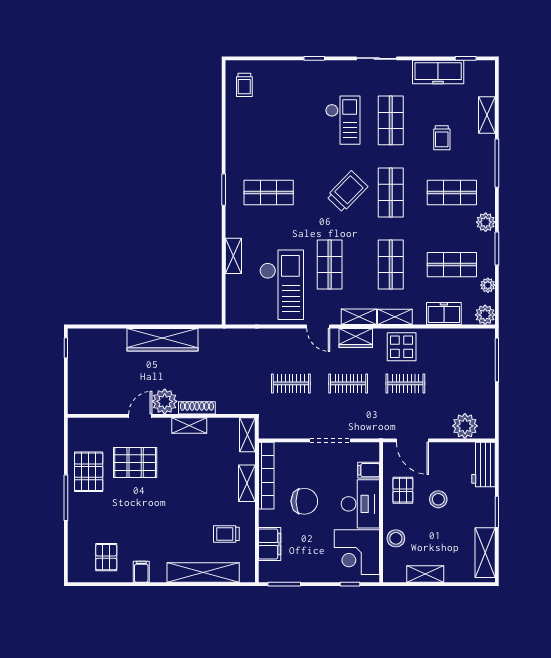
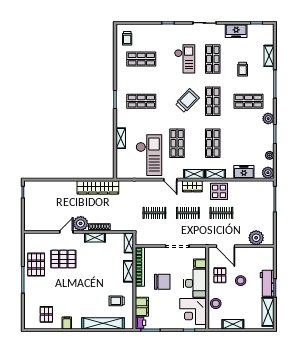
freezer: (438, 72) -> (236, 31), width x0.71
shop shelf: (452, 265) -> (141, 59), moved
wardrobe: (162, 340) -> (98, 187), moved
workbench: (484, 464) -> (267, 283), moved
printer: (267, 571) -> (141, 323), added

